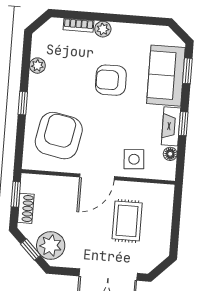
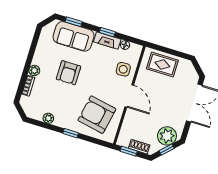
rug: (127, 221) -> (162, 65), moved

